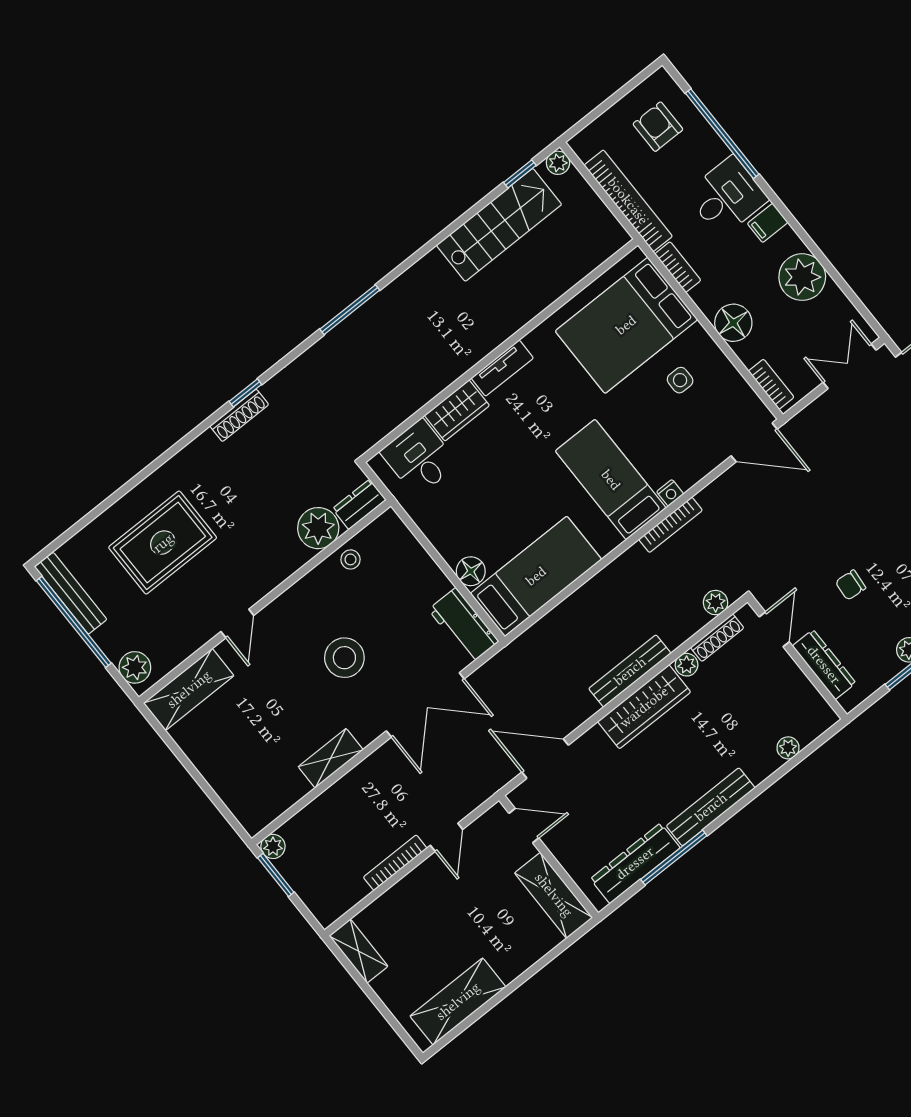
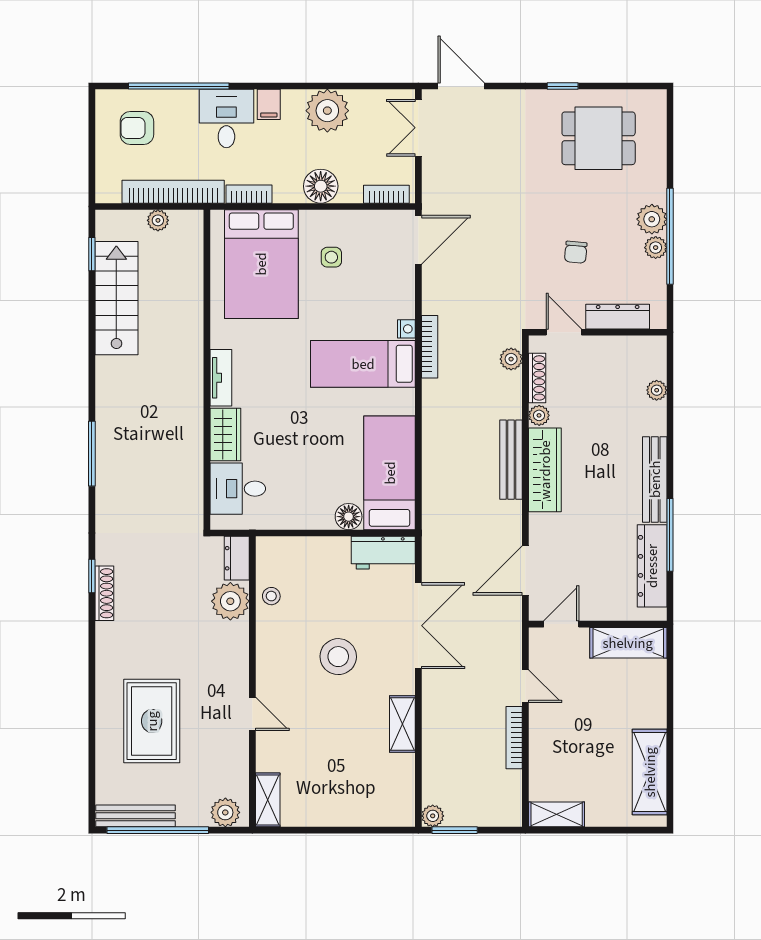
plant: (558, 163) -> (158, 220), moved
shelving: (189, 689) -> (268, 800), width x0.67, depth x0.75

